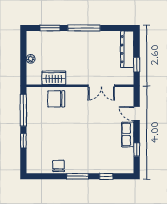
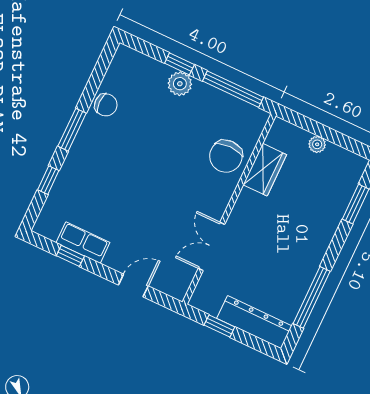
window: (84, 28) -> (312, 297), moved
chair: (56, 99) -> (226, 156), turned 180
row of seats: (128, 134) -> (83, 243), moved
plant: (32, 136) -> (180, 84), added

